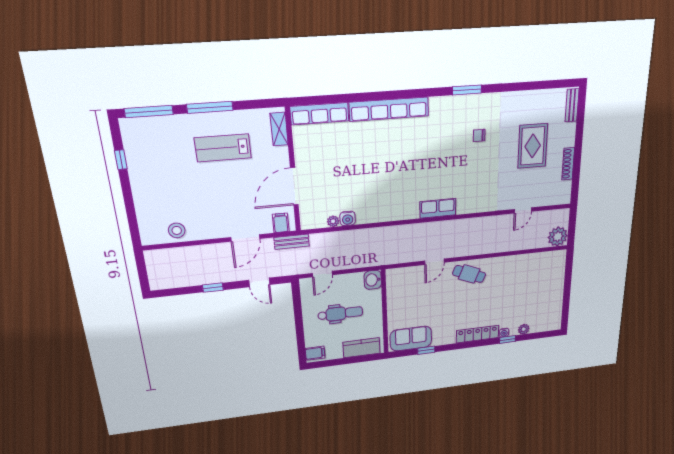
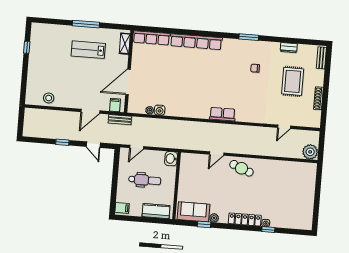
dresser: (526, 97) -> (289, 48), added
window: (149, 111) -> (50, 21), removed
plant: (524, 329) -> (214, 218), moved

